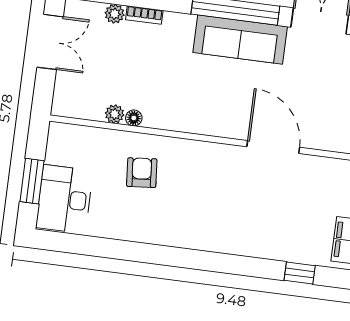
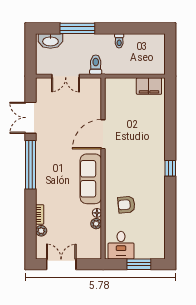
sofa: (240, 40) -> (91, 179), moved, turned 180
desk: (64, 199) -> (121, 245), moved, width x0.73
window: (300, 273) -> (170, 168), moved

